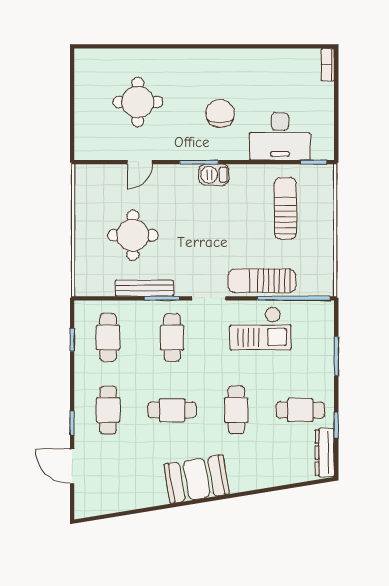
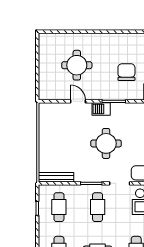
door: (140, 162) -> (78, 101), swing flipped
barbecue: (214, 175) -> (101, 109), moved
round table: (133, 235) -> (106, 143), moved
bench: (144, 288) -> (56, 177), moved

